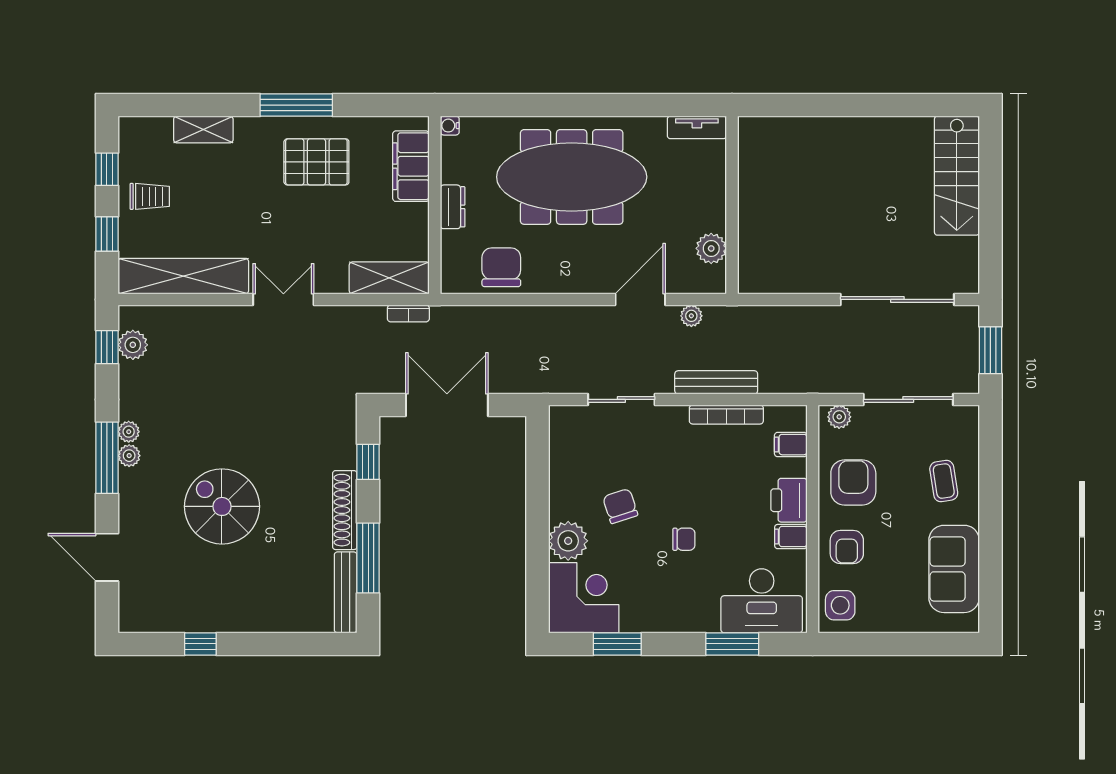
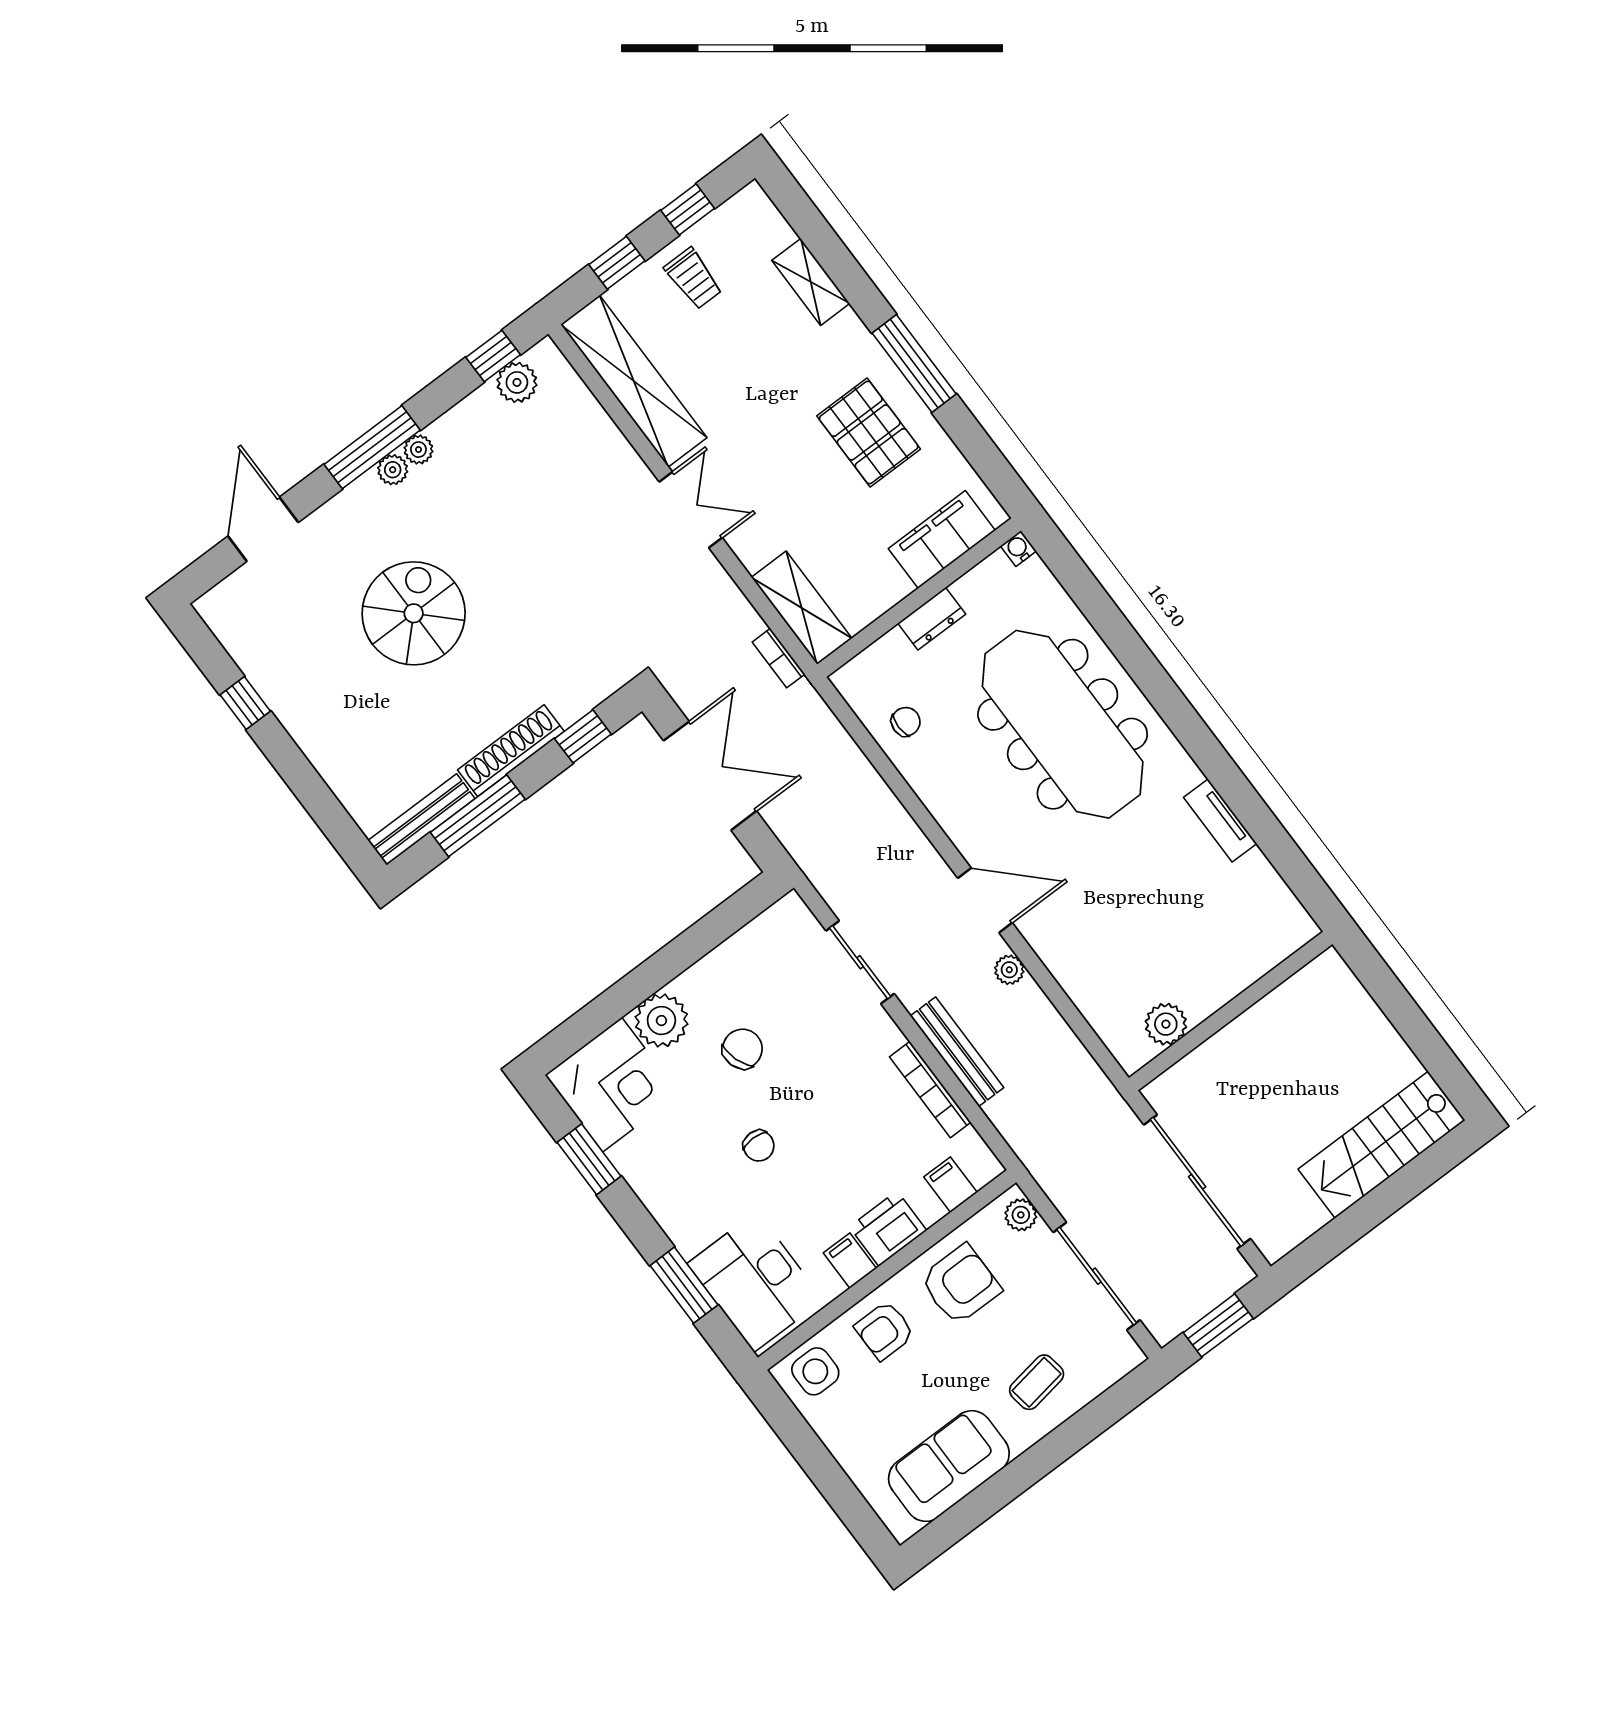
wall: (732, 205) -> (1231, 1011), moved
plant: (711, 248) -> (1166, 1024), moved
chair: (501, 267) -> (906, 722), width x0.54, depth x0.54

